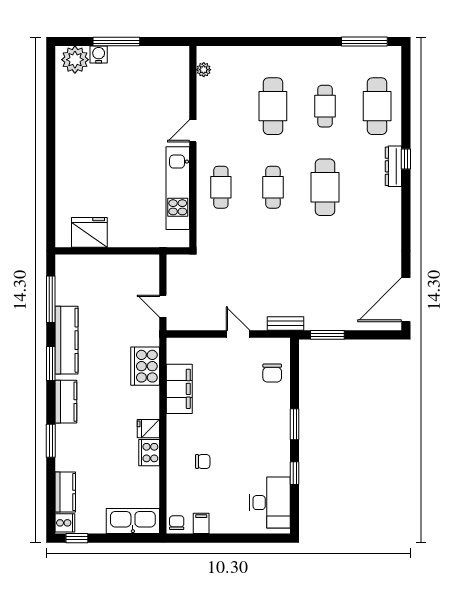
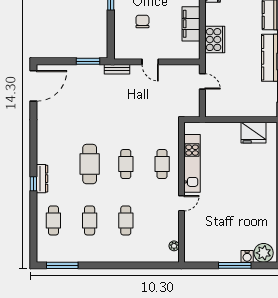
cafe table: (273, 106) -> (126, 220), width x0.73, depth x0.74
cafe table: (377, 106) -> (53, 220), width x0.73, depth x0.74
chair: (272, 373) -> (142, 21), moved

